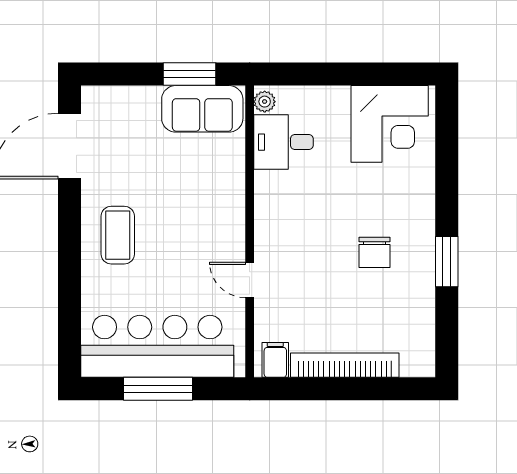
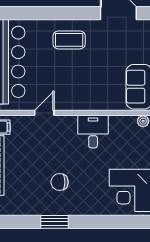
desk: (283, 142) -> (93, 132), moved

